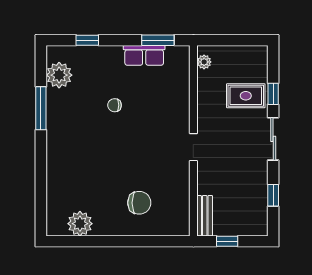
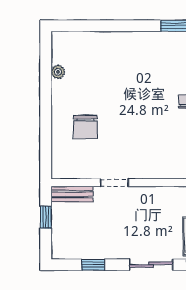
doorway: (193, 147) -> (114, 183), moved
plant: (80, 224) -> (58, 72), width x0.53, depth x0.53

